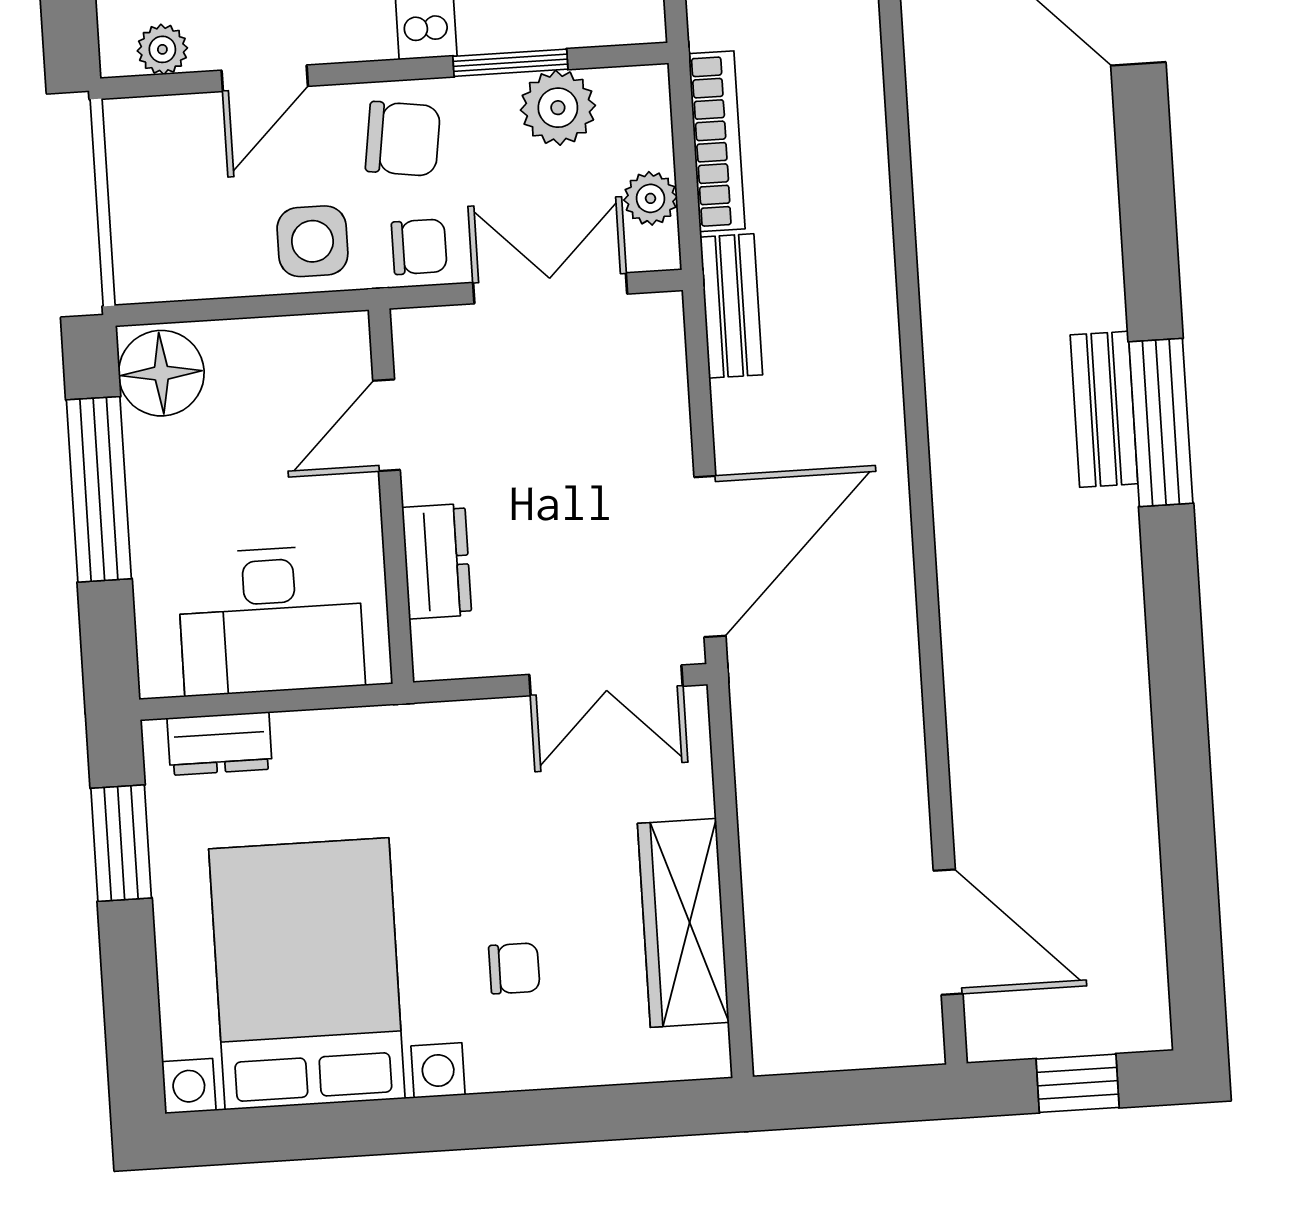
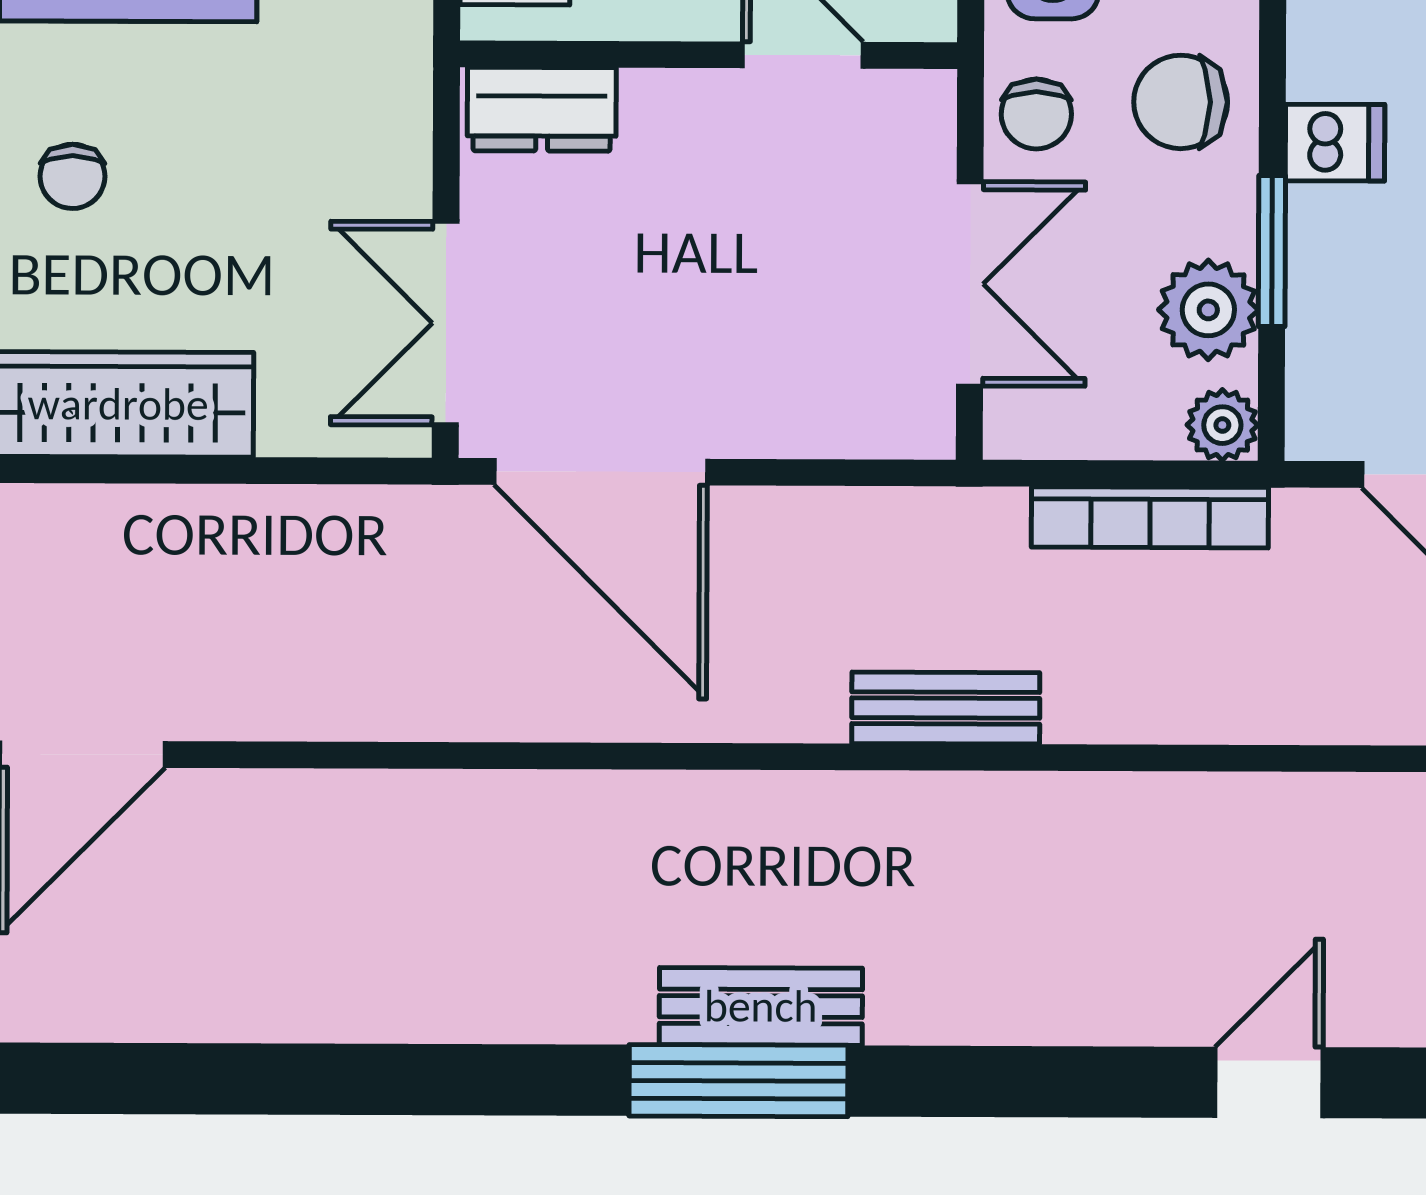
chair: (403, 139) -> (1181, 102), turned 82
plant: (650, 198) -> (1222, 425), moved
bench: (731, 306) -> (946, 708), moved
dresser: (437, 561) -> (542, 109), moved

